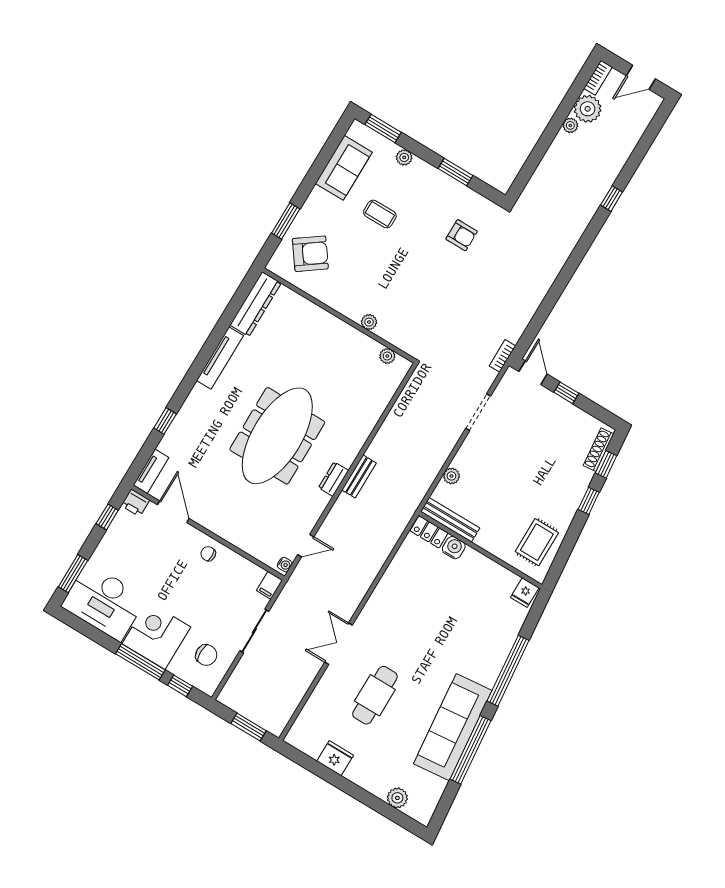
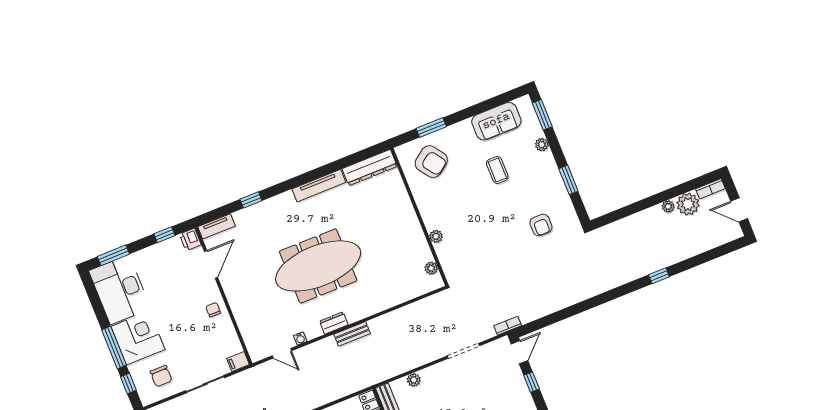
water cooler: (285, 565) -> (300, 338), moved

